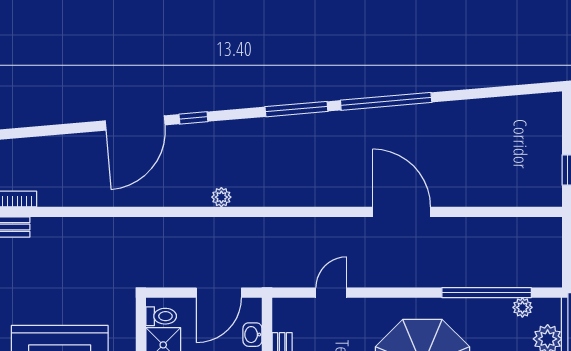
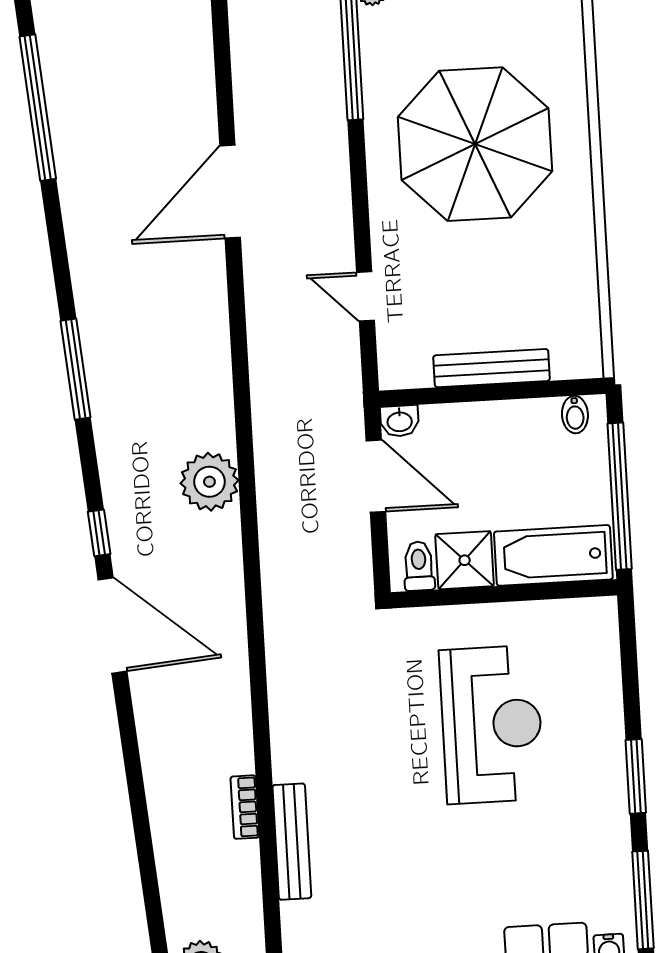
window: (386, 101) -> (38, 108), moved
plant: (221, 197) -> (209, 482), width x1.87, depth x1.87
washbasin: (252, 335) -> (400, 421), moved

